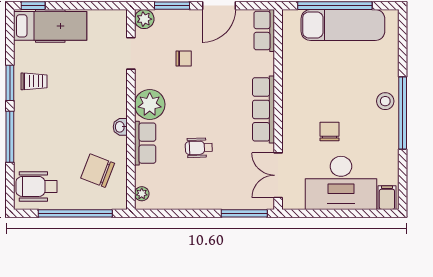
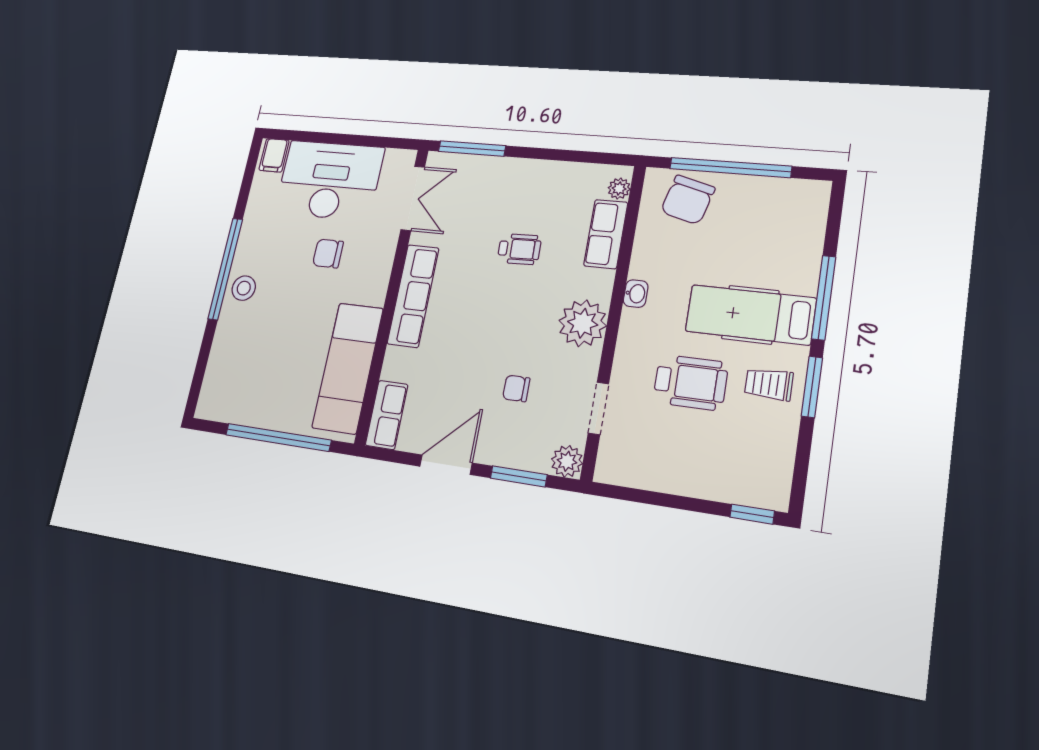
exam couch: (343, 25) -> (348, 368), moved, turned -90
hospital bed: (50, 26) -> (750, 315), moved
chair: (330, 132) -> (328, 253), turned 90
row of seats: (145, 143) -> (606, 234), moved
chair: (98, 171) -> (688, 200), moved, turned 84
wheelchair: (37, 186) -> (690, 382), moved

